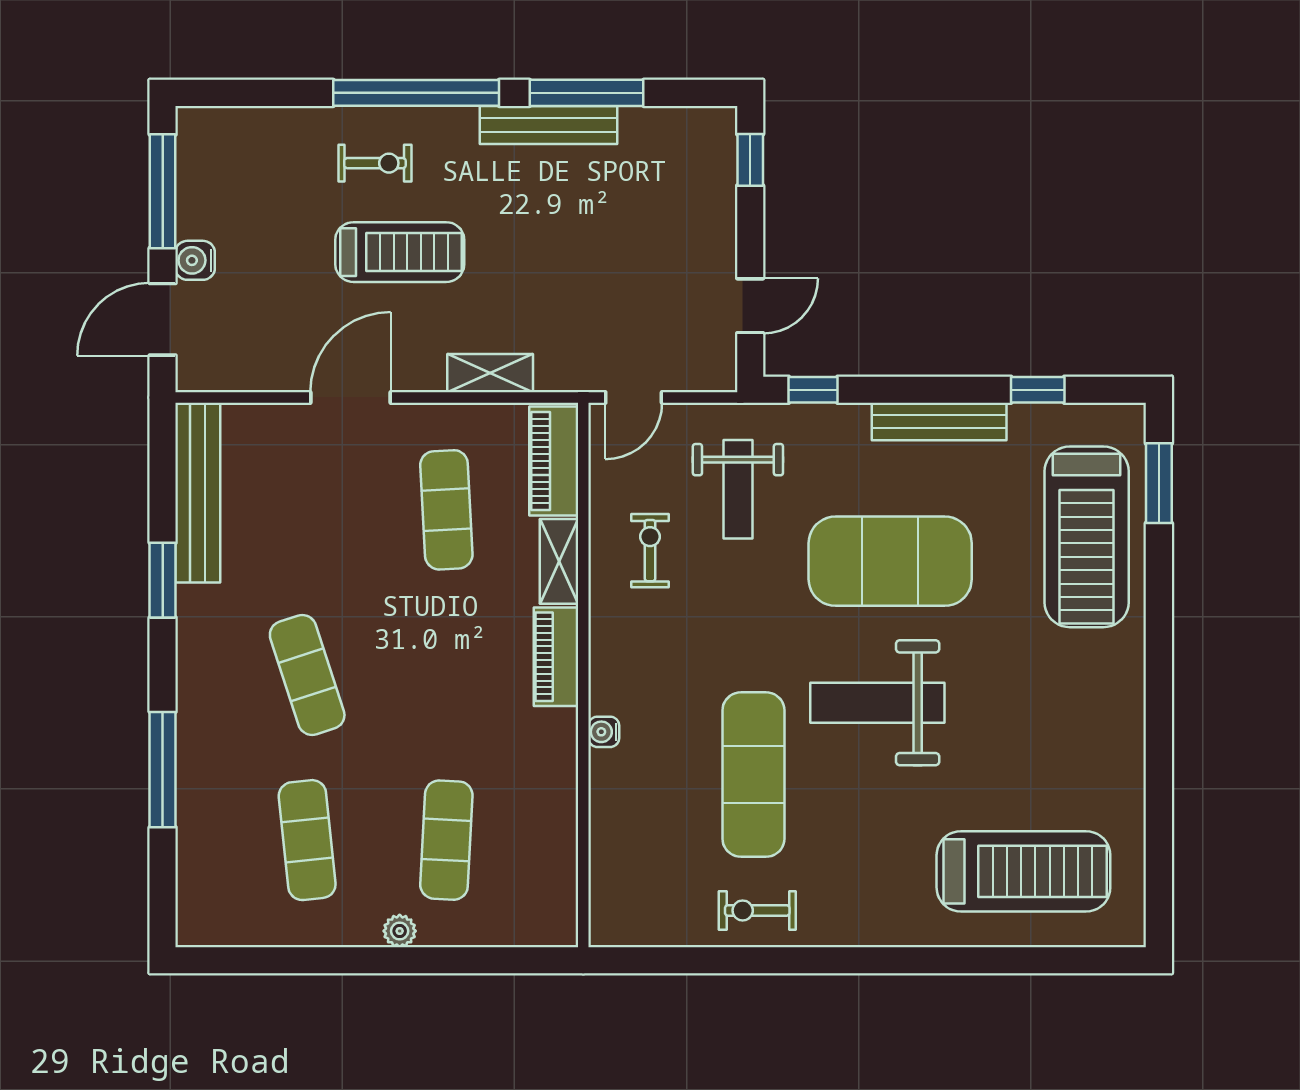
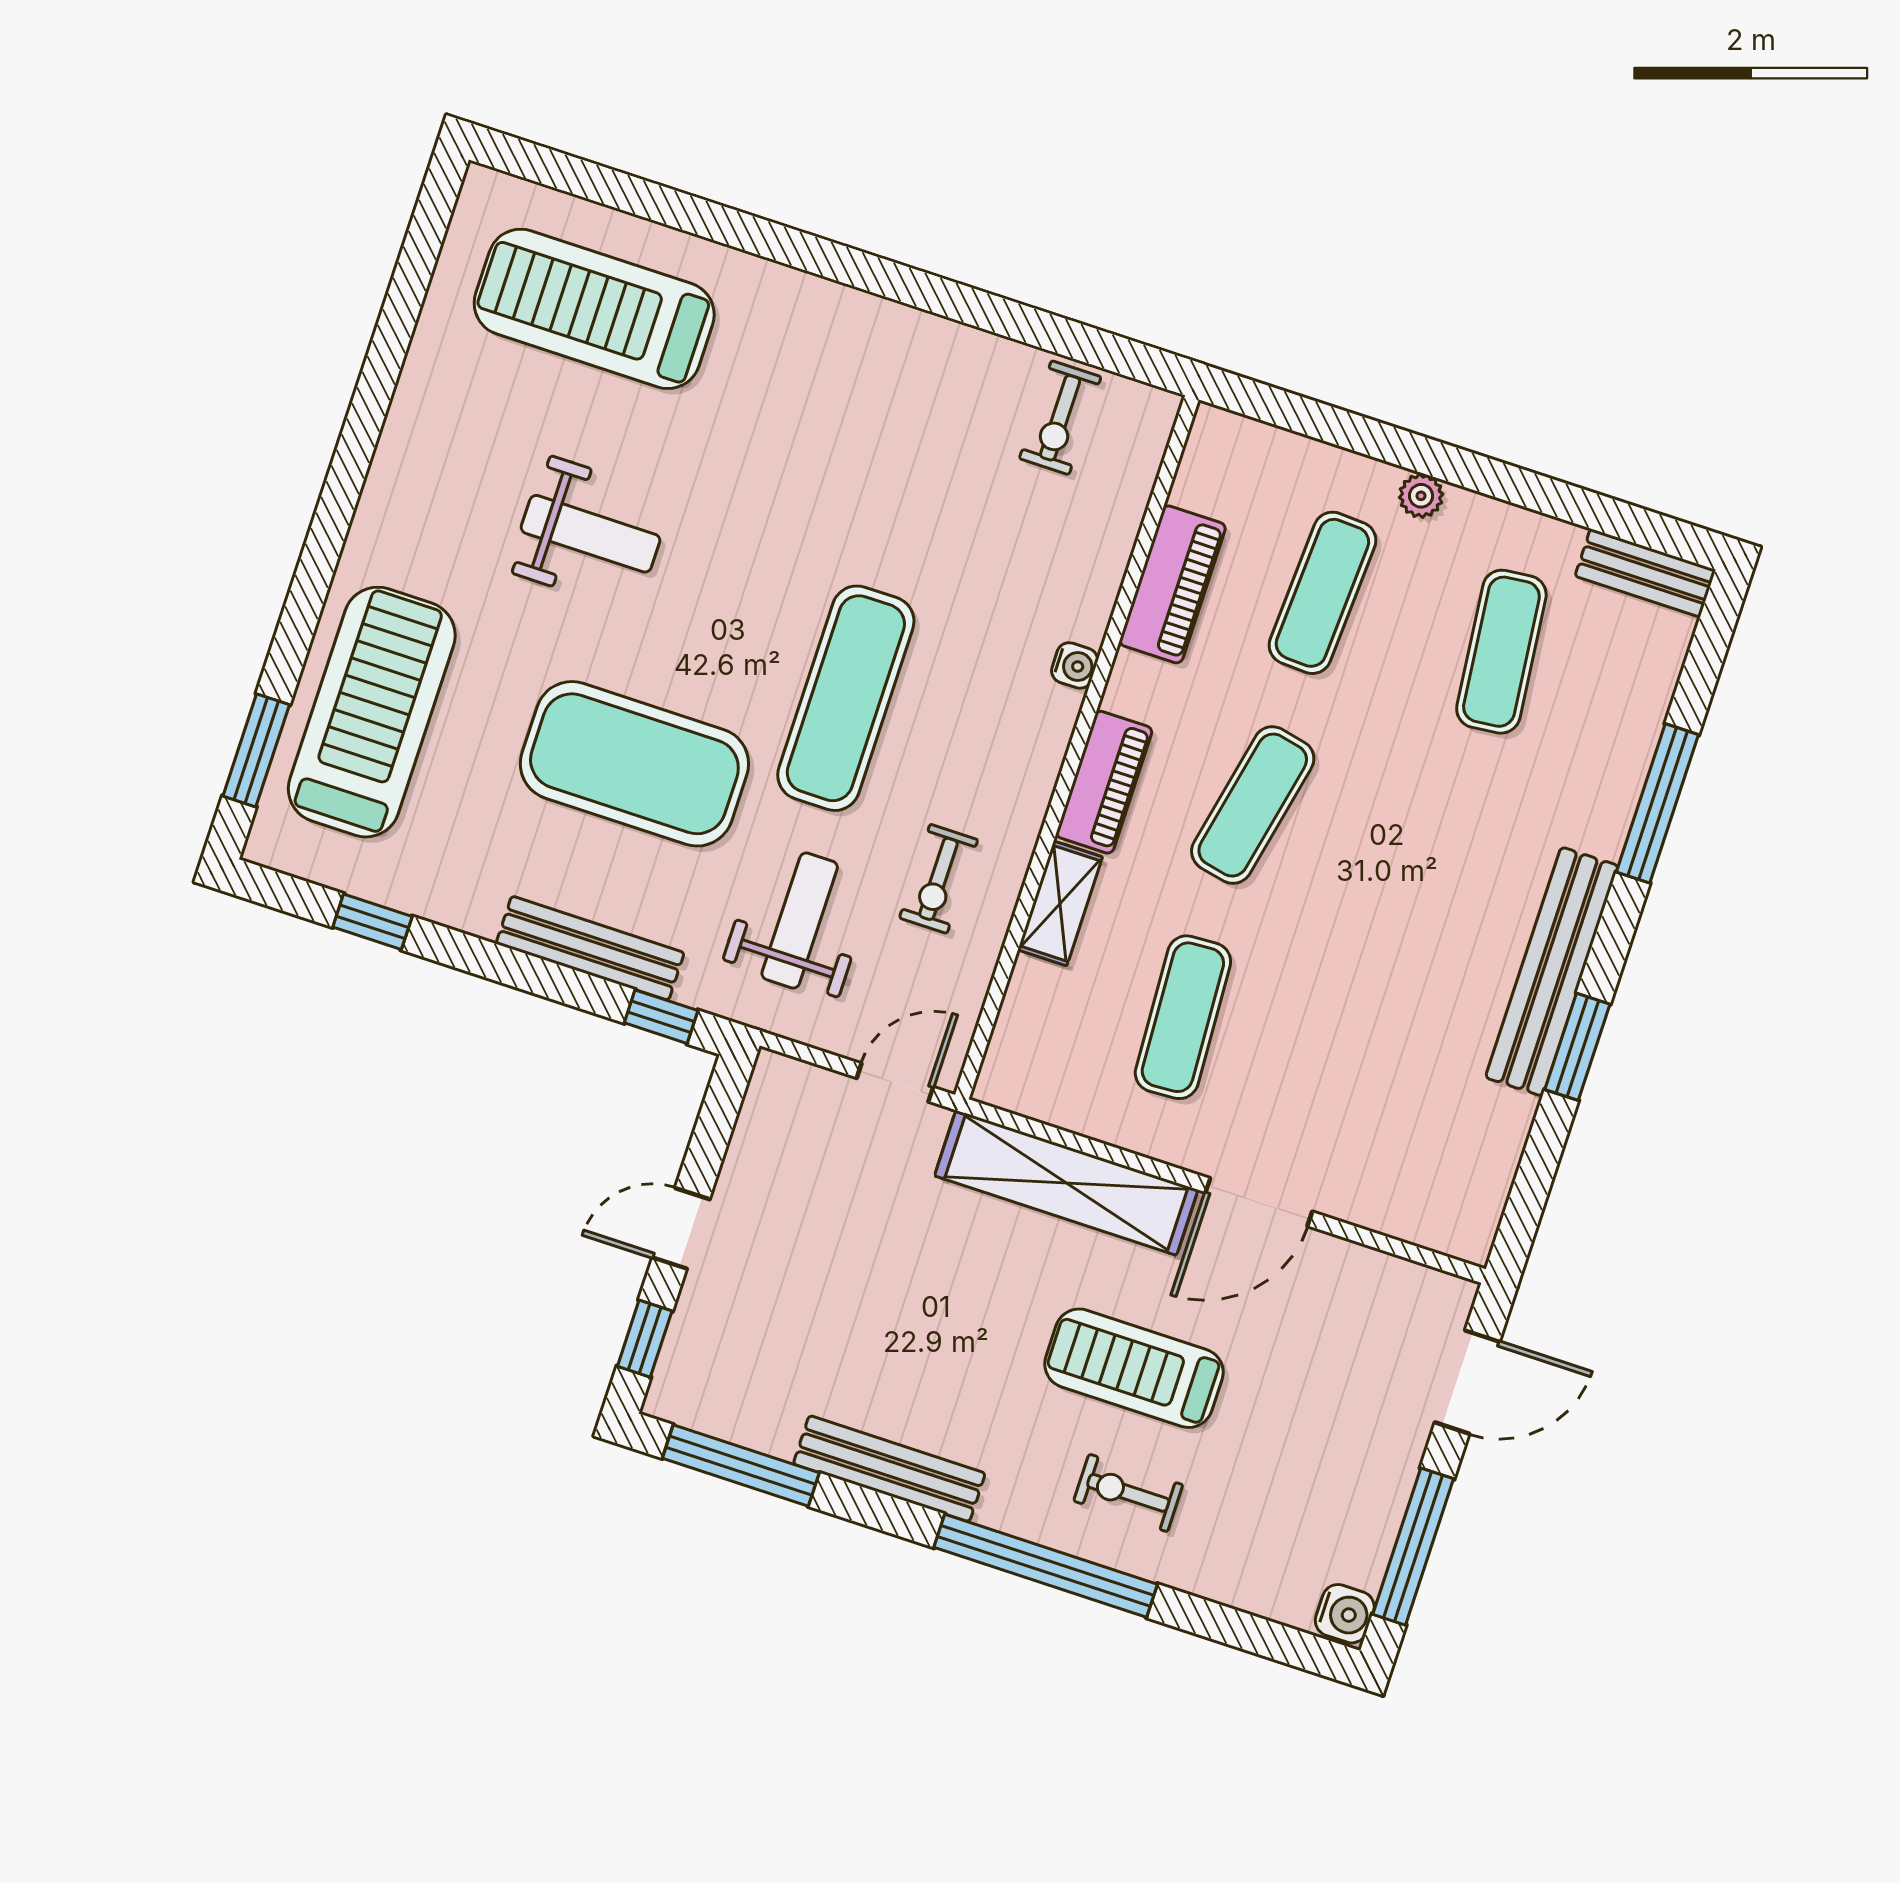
window: (587, 93) -> (741, 1466), moved
water cooler: (195, 260) -> (1345, 1614), moved
door: (750, 306) -> (681, 1228), moved
shelving: (490, 373) -> (1066, 1183), width x2.20, depth x1.33
bench: (939, 421) -> (590, 948), moved
piano: (554, 461) -> (1172, 584), moved
bench: (198, 493) -> (1552, 972), moved
exercise mat: (307, 675) -> (1253, 805), moved, turned 30
weight bench: (877, 703) -> (591, 534), moved, width x0.73, depth x0.75
exercise mat: (753, 775) -> (846, 698), moved
exercise bike: (757, 910) -> (1060, 418), moved, turned 90
bench: (224, 929) -> (1645, 573), added

